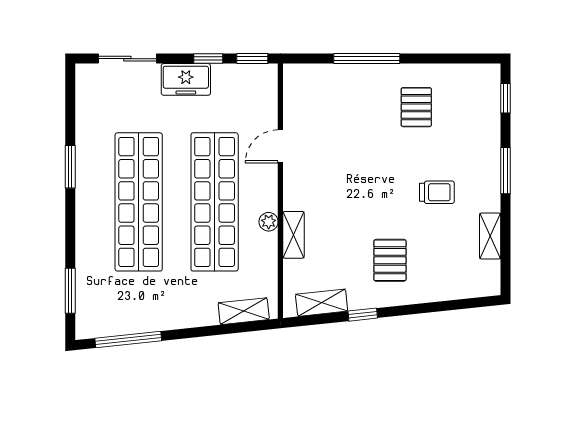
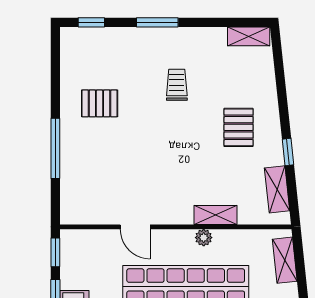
shelving: (490, 236) -> (249, 36), moved
pallet: (390, 260) -> (239, 127), turned 90

